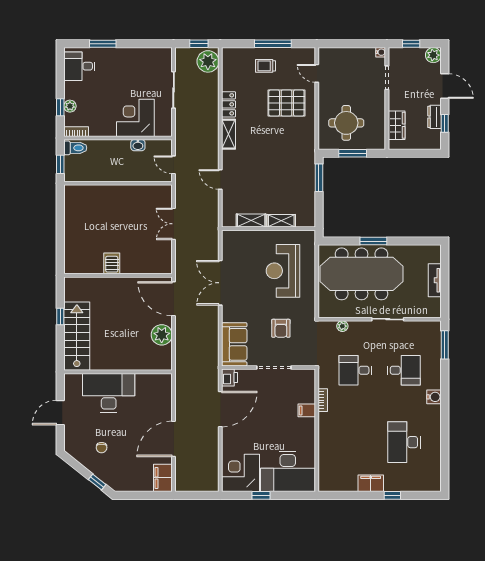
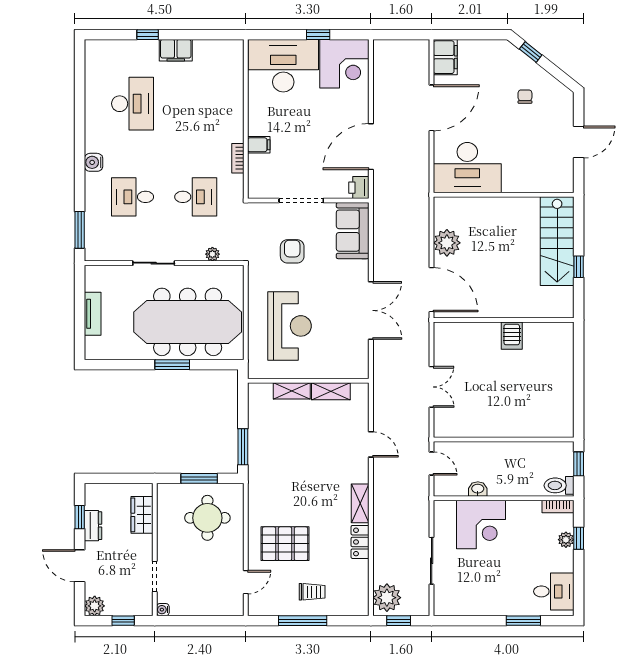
door: (317, 73) -> (246, 582), hinge flipped
desk: (109, 393) -> (467, 168), moved

